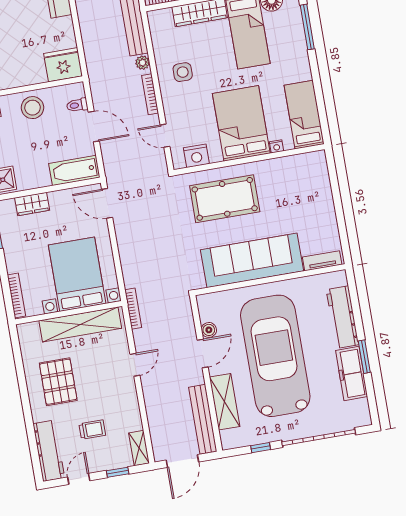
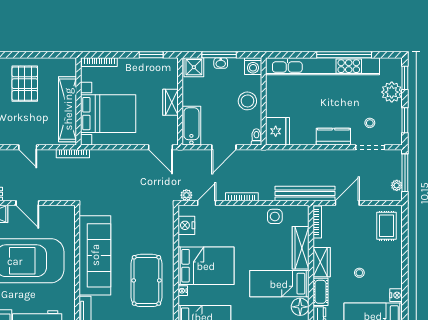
plant: (143, 63) -> (186, 195), moved
side table: (183, 72) -> (275, 216), moved
toilet: (77, 105) -> (256, 137), moved
pool table: (225, 199) -> (146, 280), moved
door: (107, 203) -> (161, 147), swing flipped
wardrobe: (32, 204) -> (170, 102), moved
boiler: (209, 330) -> (45, 211), removed
pallet: (58, 382) -> (25, 84), turned 90

